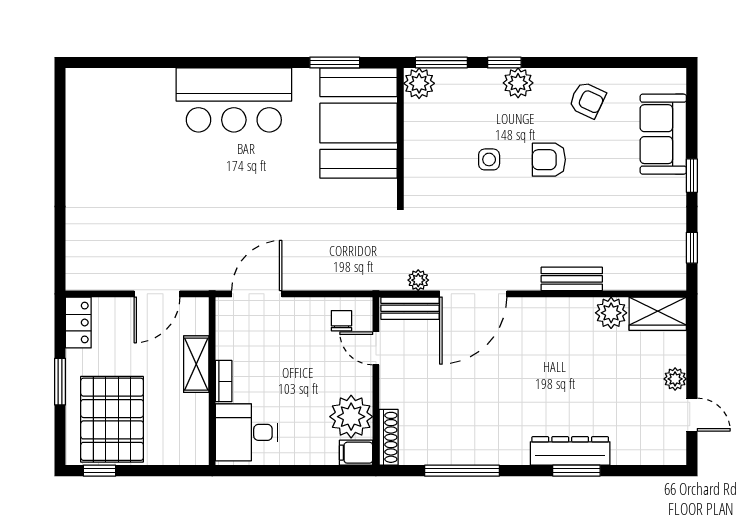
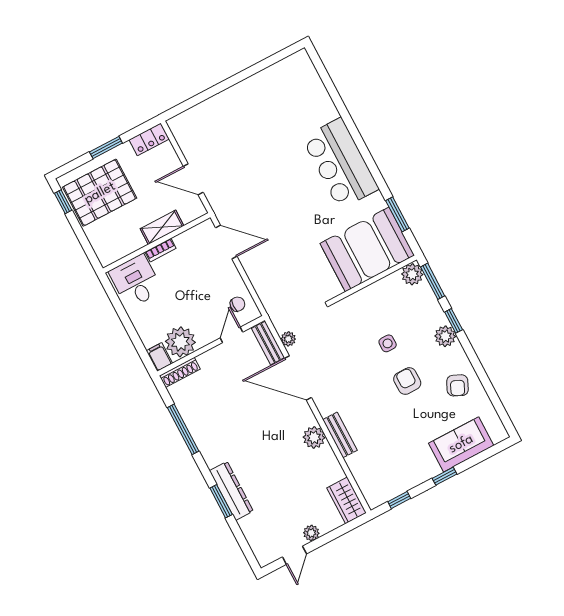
plant: (611, 313) -> (314, 437), moved

